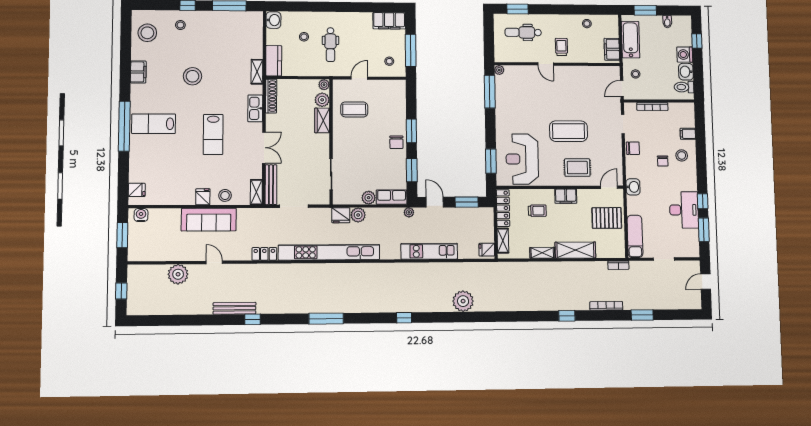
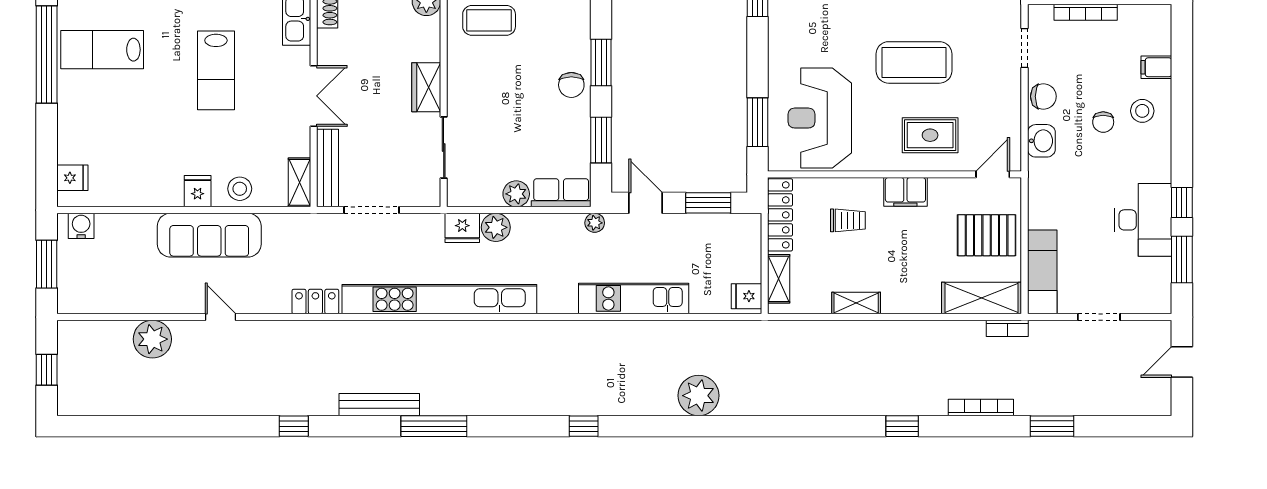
wardrobe: (322, 120) -> (426, 87), moved
washbasin: (633, 187) -> (1041, 141), moved
shelving: (575, 250) -> (982, 298), moved
bench: (234, 308) -> (379, 405), moved

